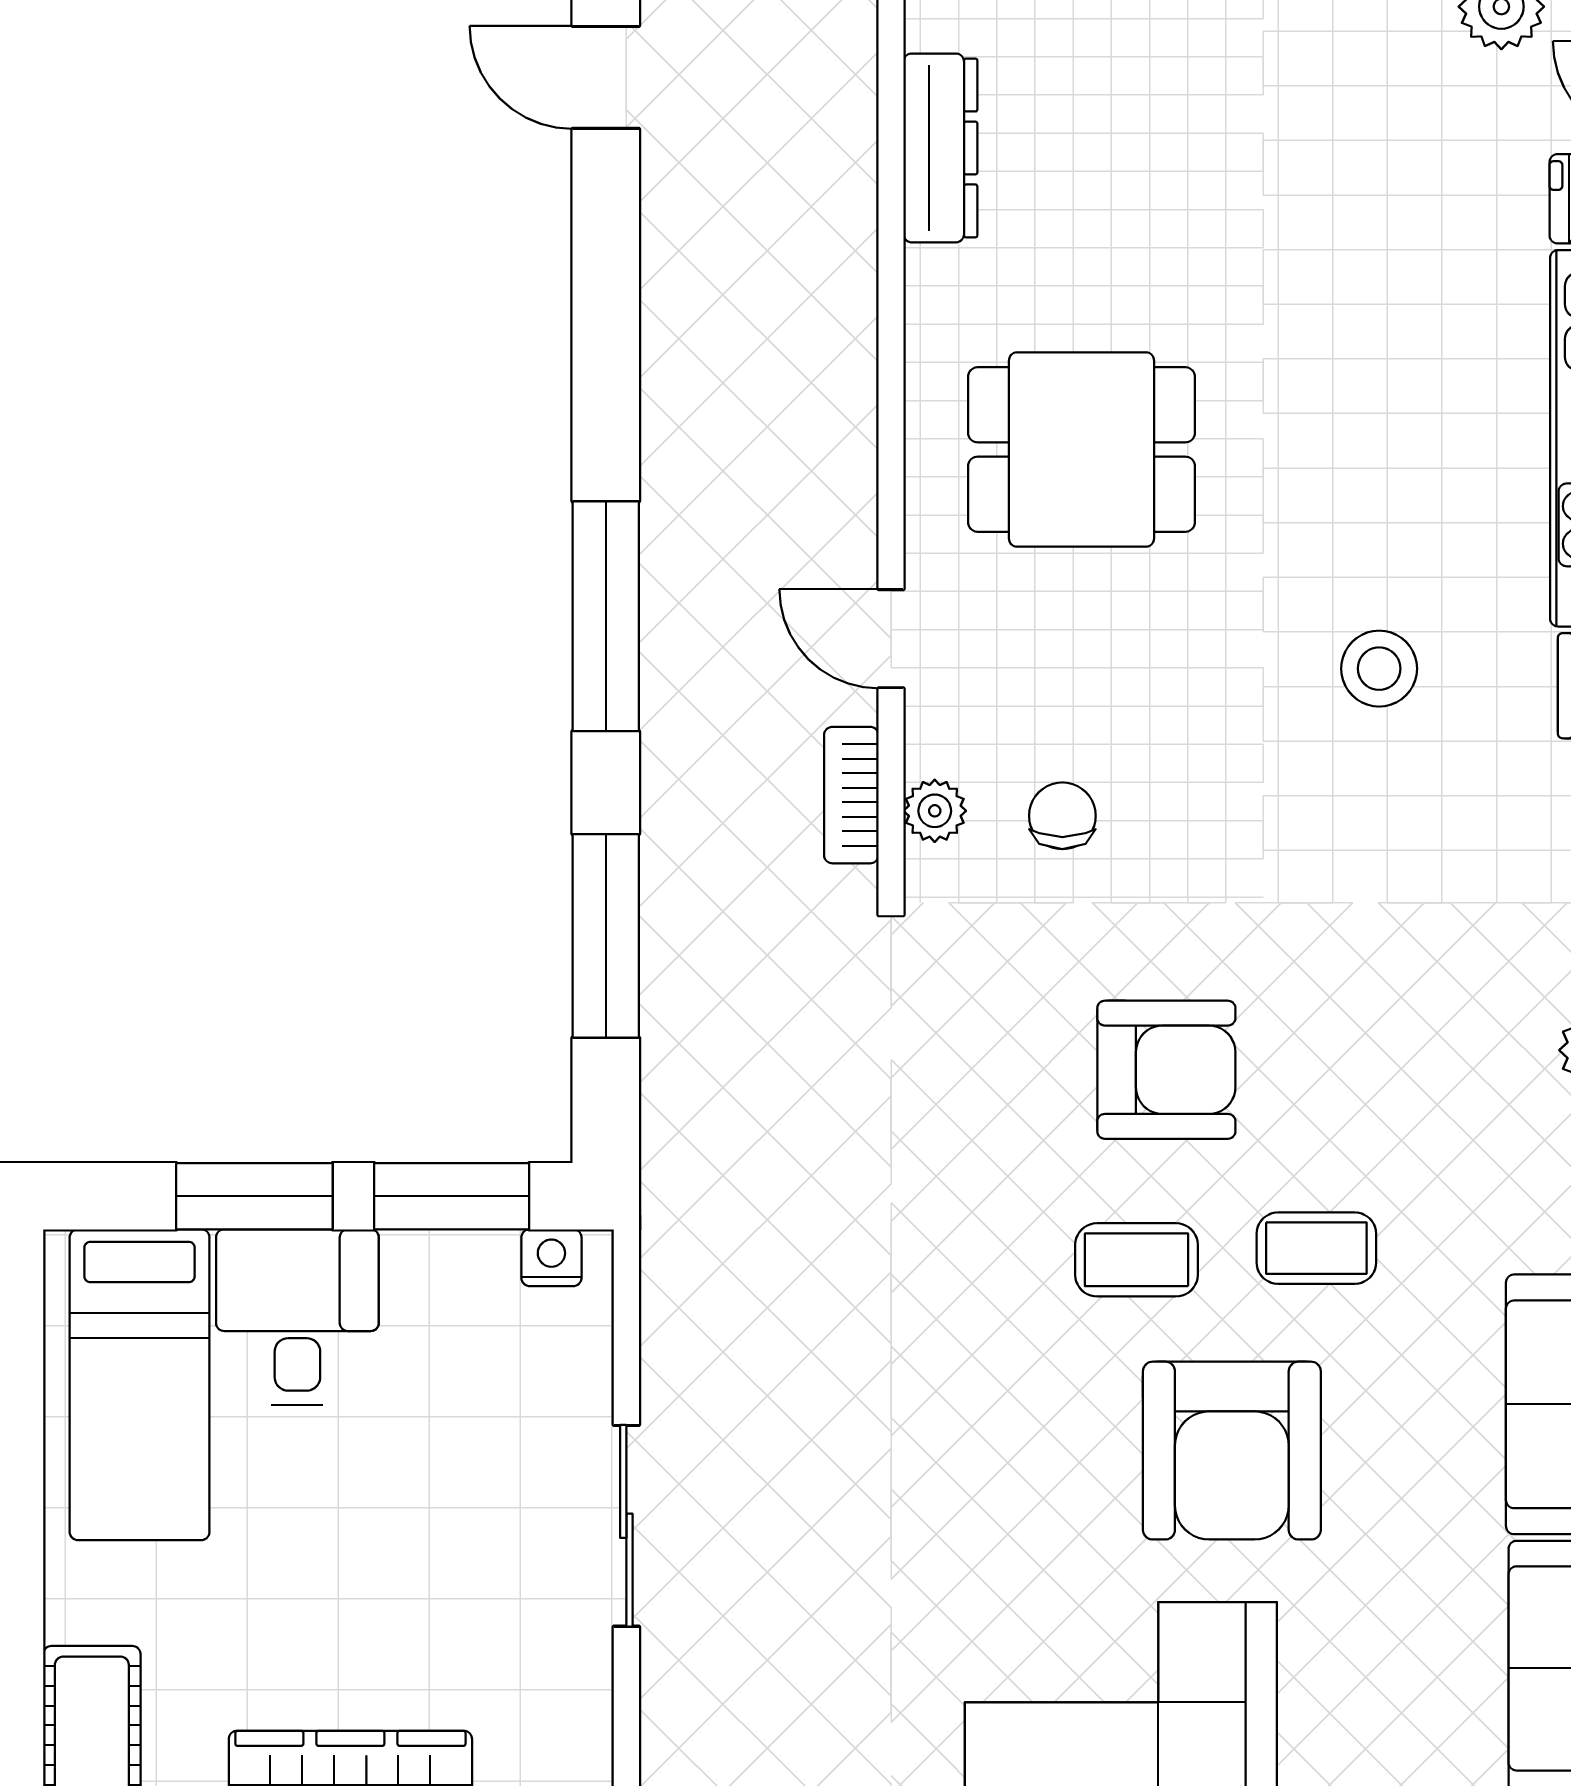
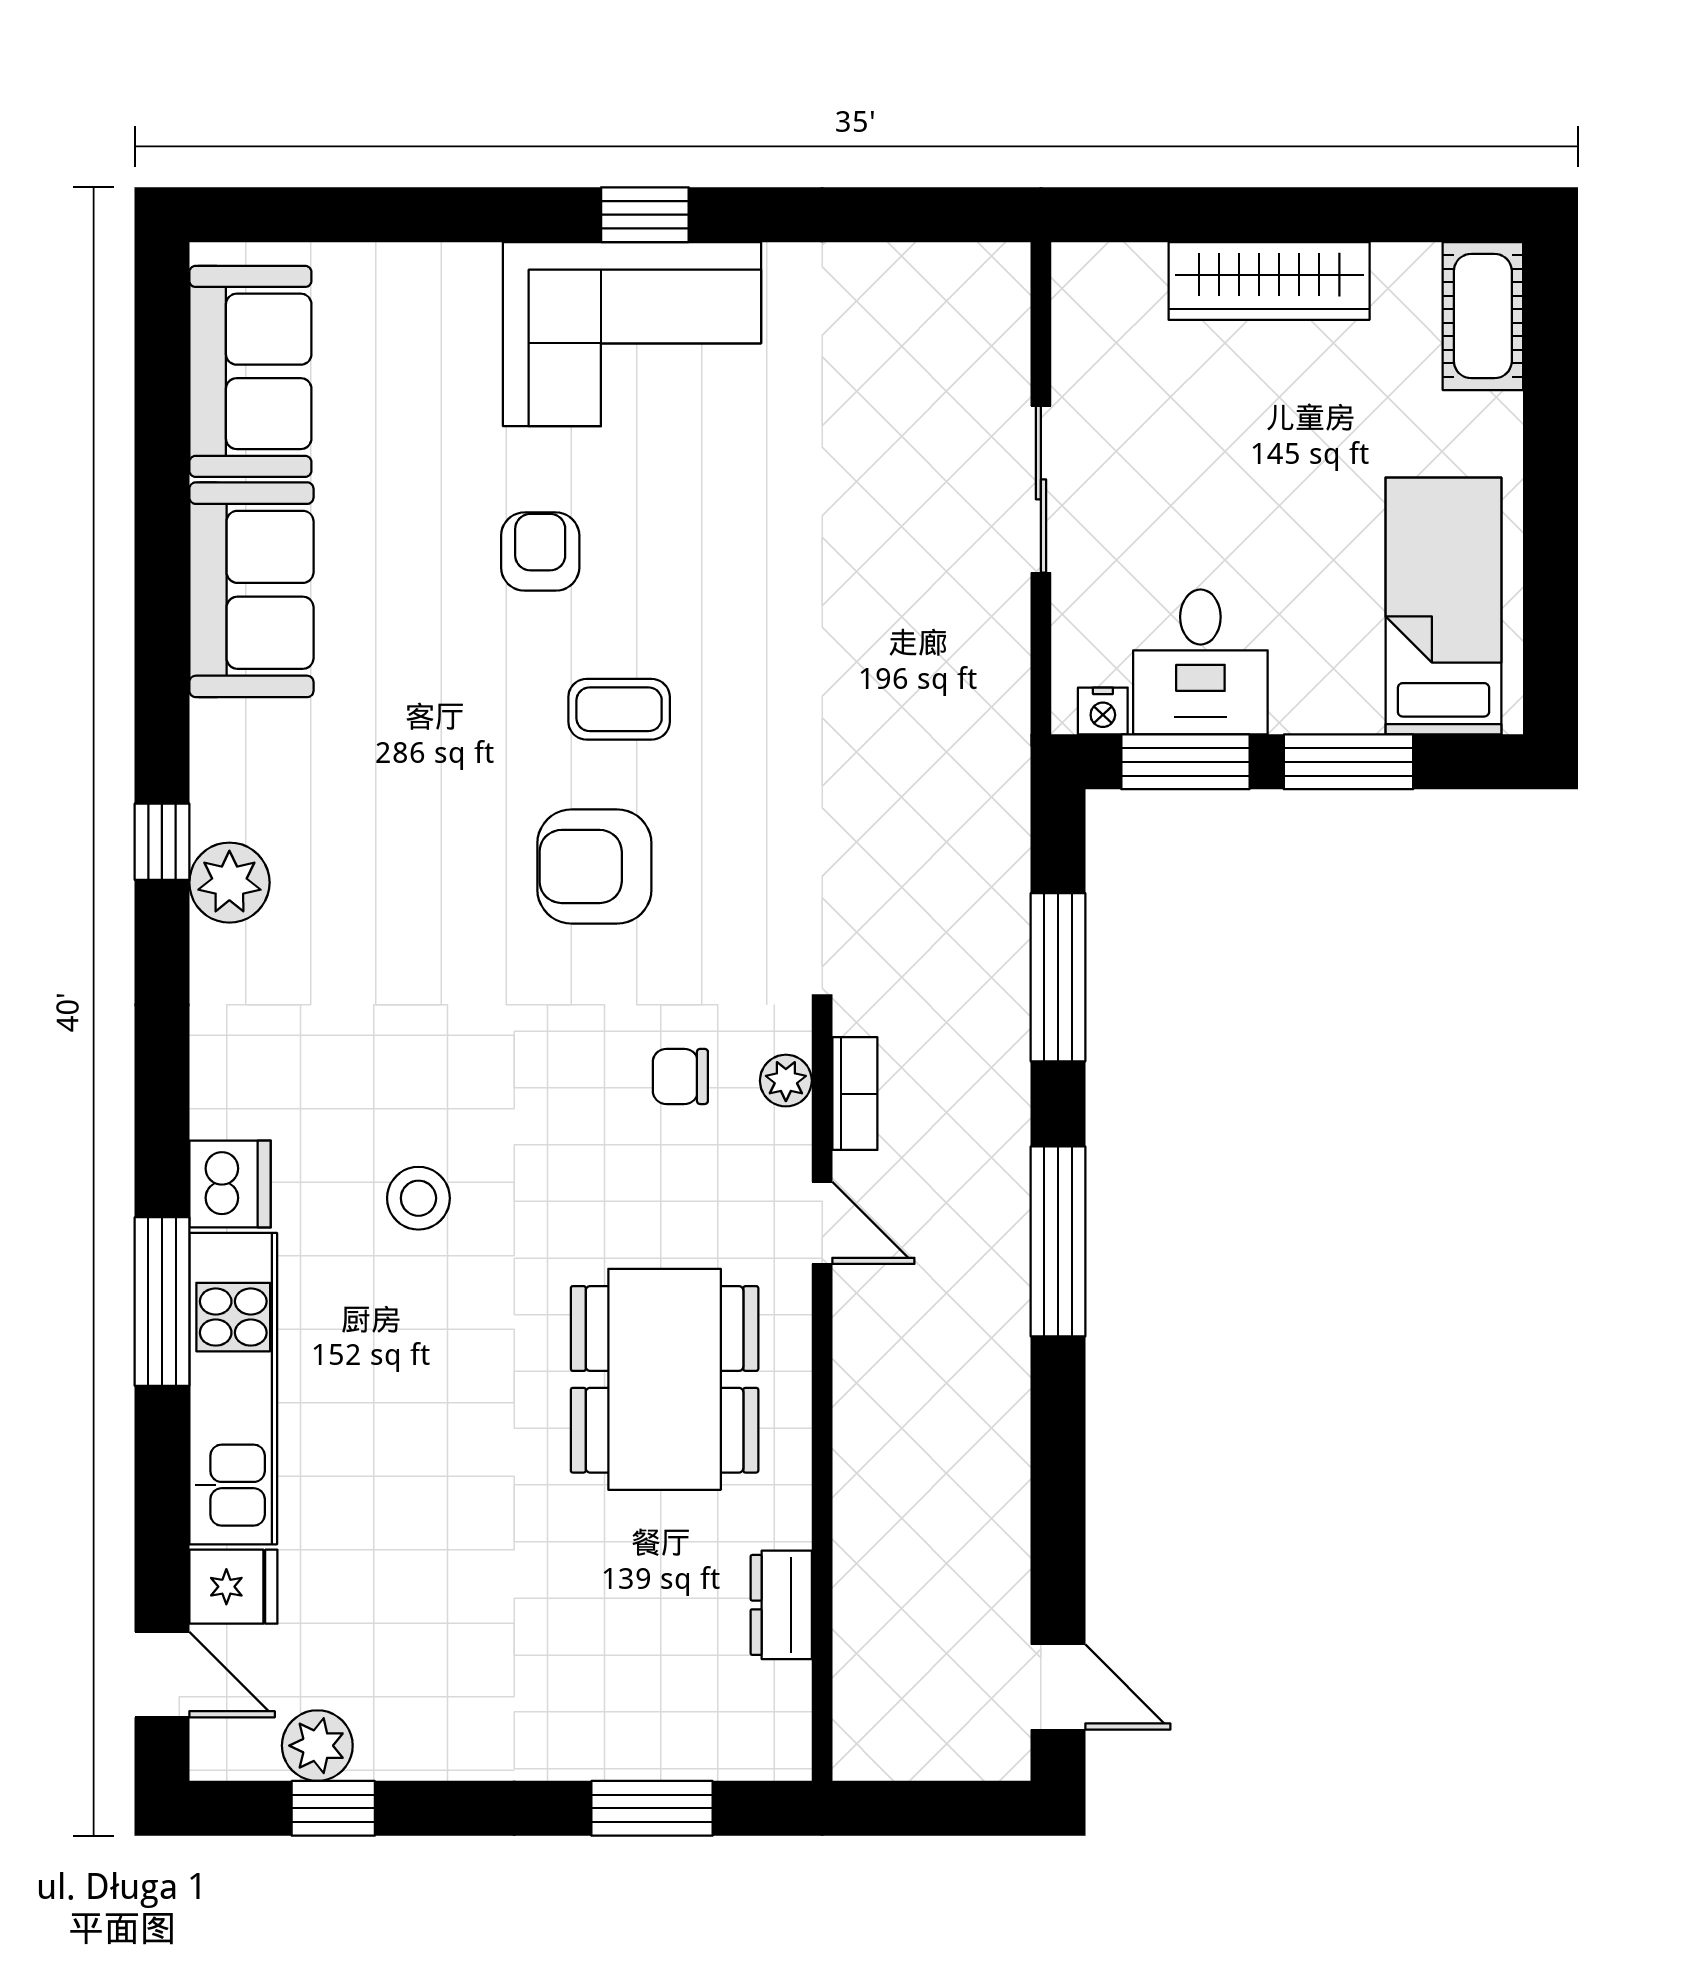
dresser: (940, 148) -> (781, 1605), width x0.70
dining table: (1081, 450) -> (665, 1379), width x1.38
chair: (1062, 816) -> (680, 1076), turned 90
coffee table: (1316, 1248) -> (470, 719), removed
desk: (297, 1317) -> (1200, 662), moved
armchair: (1232, 1451) -> (540, 552), width x0.53, depth x0.53

